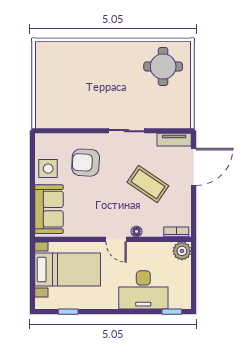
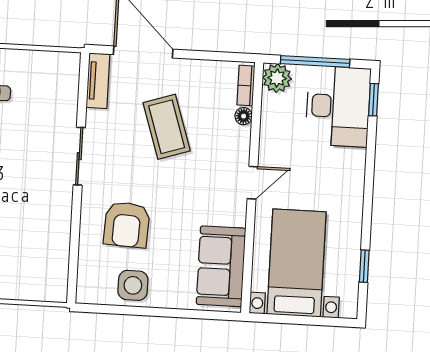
coffee table: (148, 184) -> (167, 127), turned -52
sofa: (49, 209) -> (221, 266), moved, turned -90
floor lamp: (137, 231) -> (244, 116), moved
window: (194, 274) -> (315, 62), added
desk: (143, 290) -> (338, 106), moved

